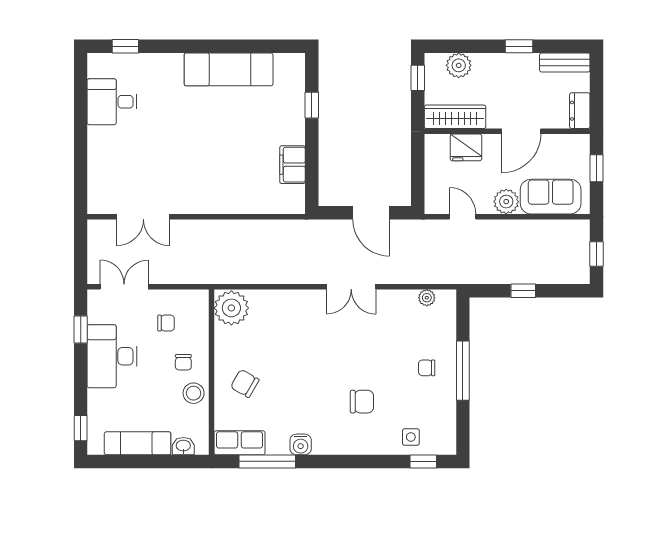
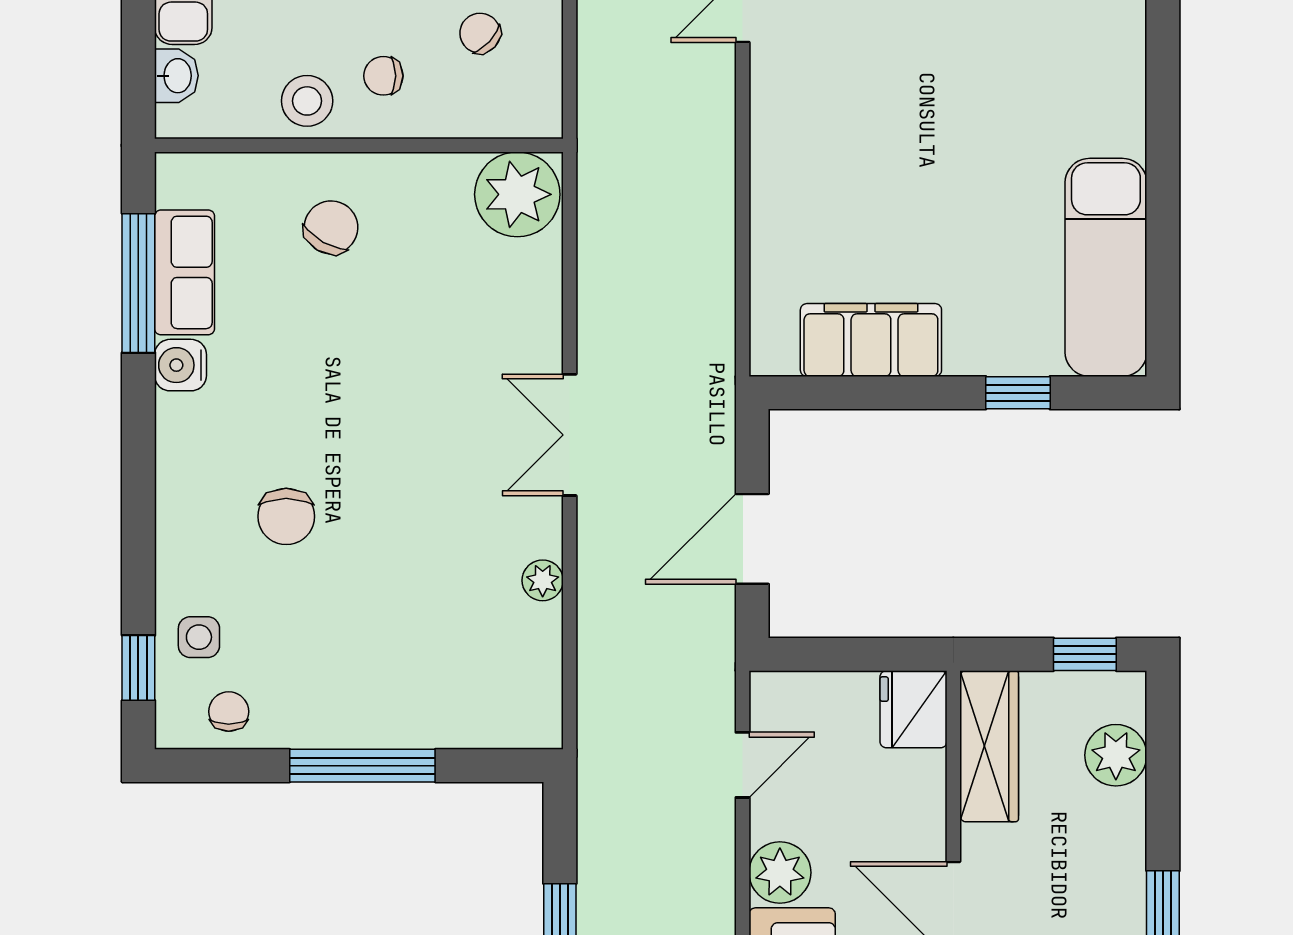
exam couch: (229, 69) -> (1106, 267), moved
fridge: (466, 147) -> (913, 709), moved
filing cabinet: (293, 165) -> (871, 340), width x1.50, depth x1.17
double door: (351, 287) -> (570, 435), moved
plant: (427, 298) -> (543, 580), moved
chair: (166, 323) -> (480, 33), turned 133
chair: (427, 368) -> (229, 712), moved
row of seats: (239, 443) -> (185, 272), moved

